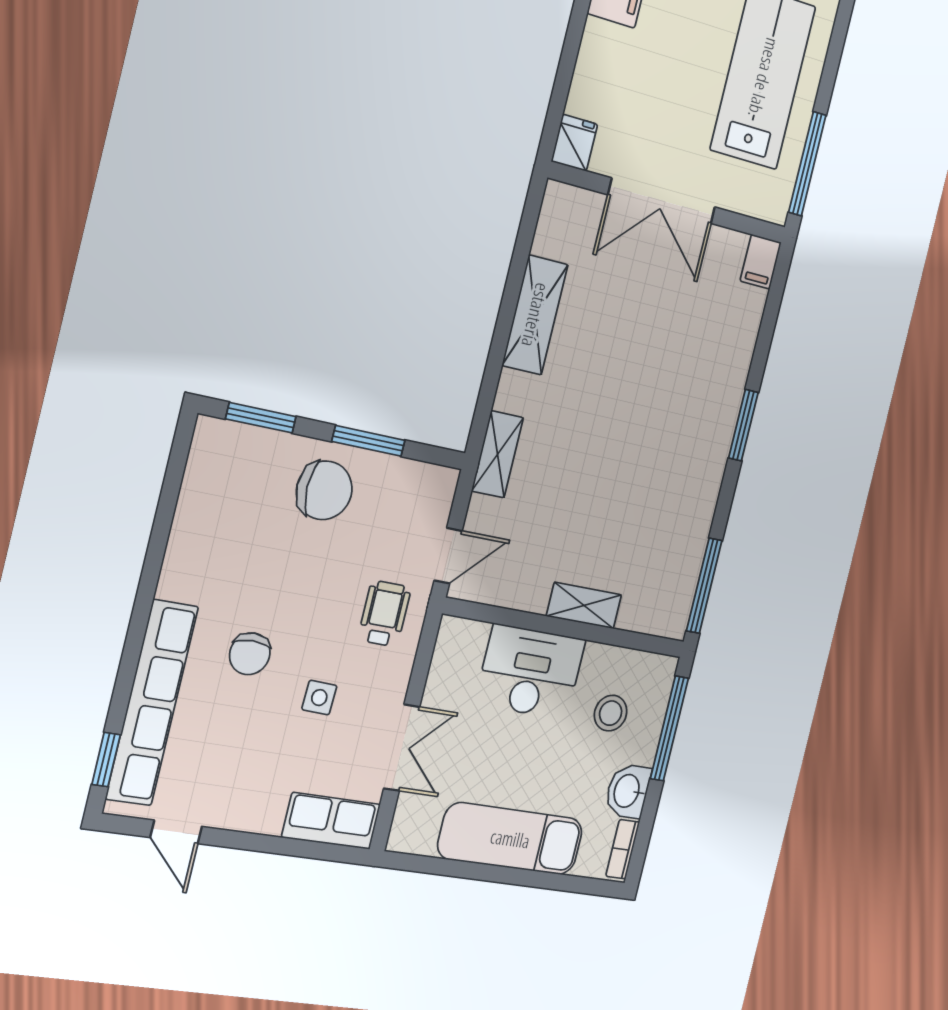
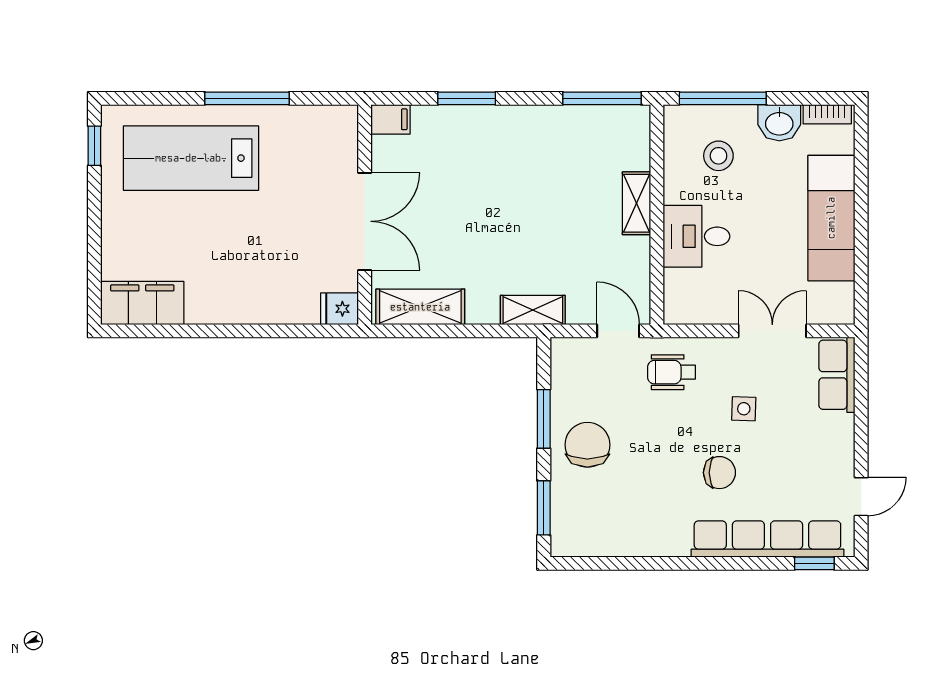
fridge: (574, 143) -> (339, 309), moved
double door: (662, 201) -> (365, 221), moved
wall: (669, 203) -> (365, 215), moved
filing cabinet: (761, 262) -> (391, 119), moved
desk: (530, 672) -> (696, 236), width x0.73

